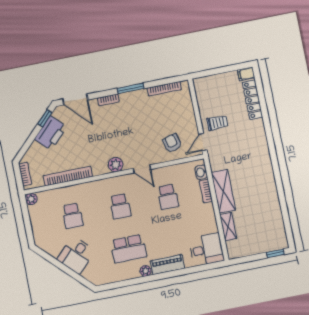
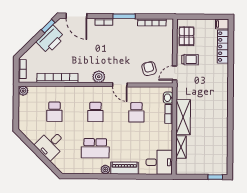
pallet: (208, 97) -> (187, 36), added

